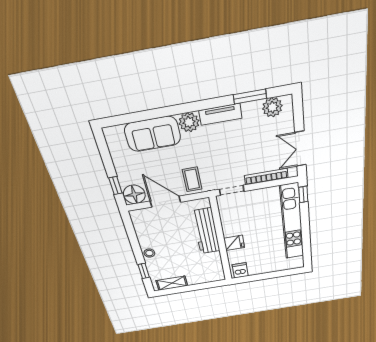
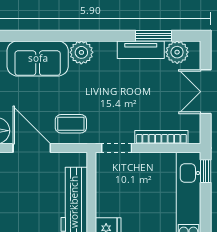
tv unit: (220, 114) -> (141, 50), moved
double door: (300, 149) -> (206, 92), moved
coffee table: (192, 179) -> (71, 124), turned 90

